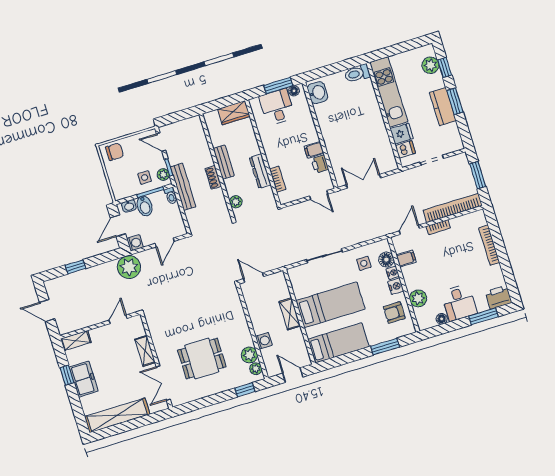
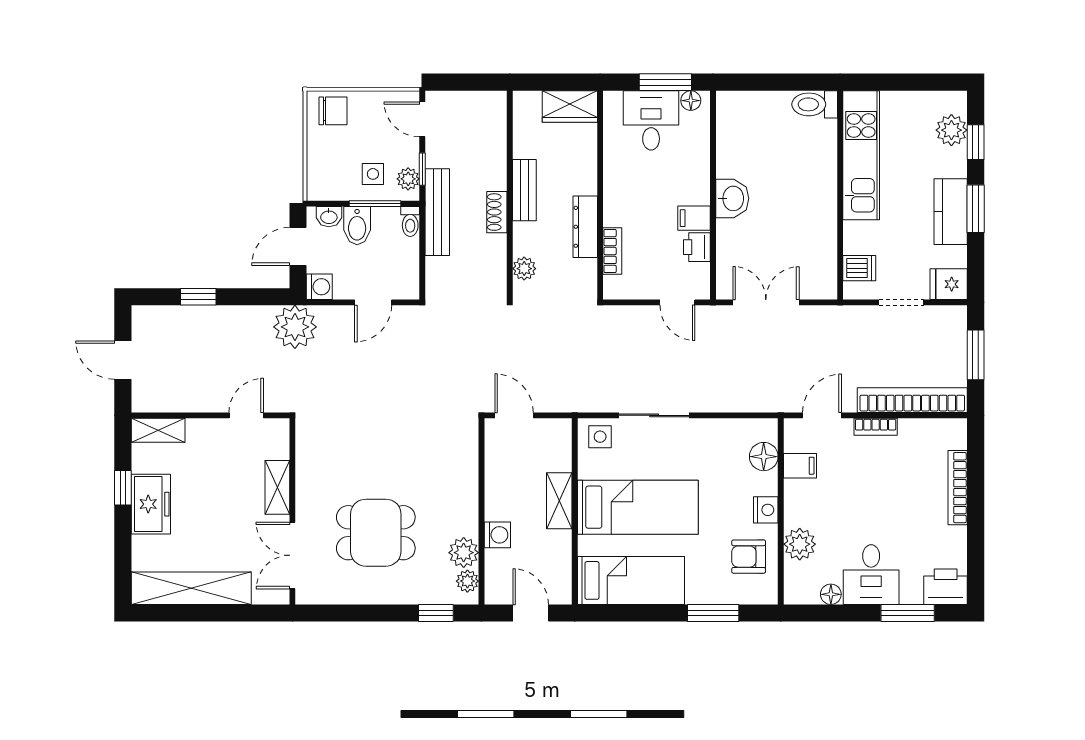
washbasin: (318, 93) -> (732, 198), moved
fridge: (402, 134) -> (949, 284), moved, turned 180
side table: (364, 263) -> (600, 437), moved
nightstand: (393, 273) -> (768, 484), removed

